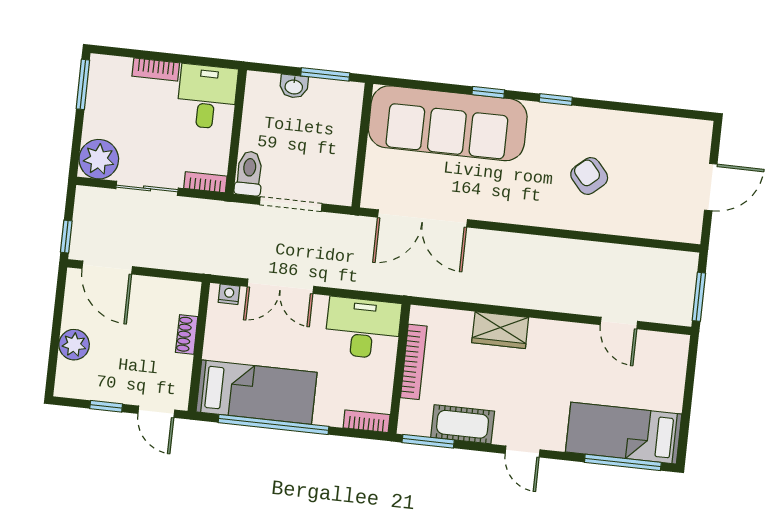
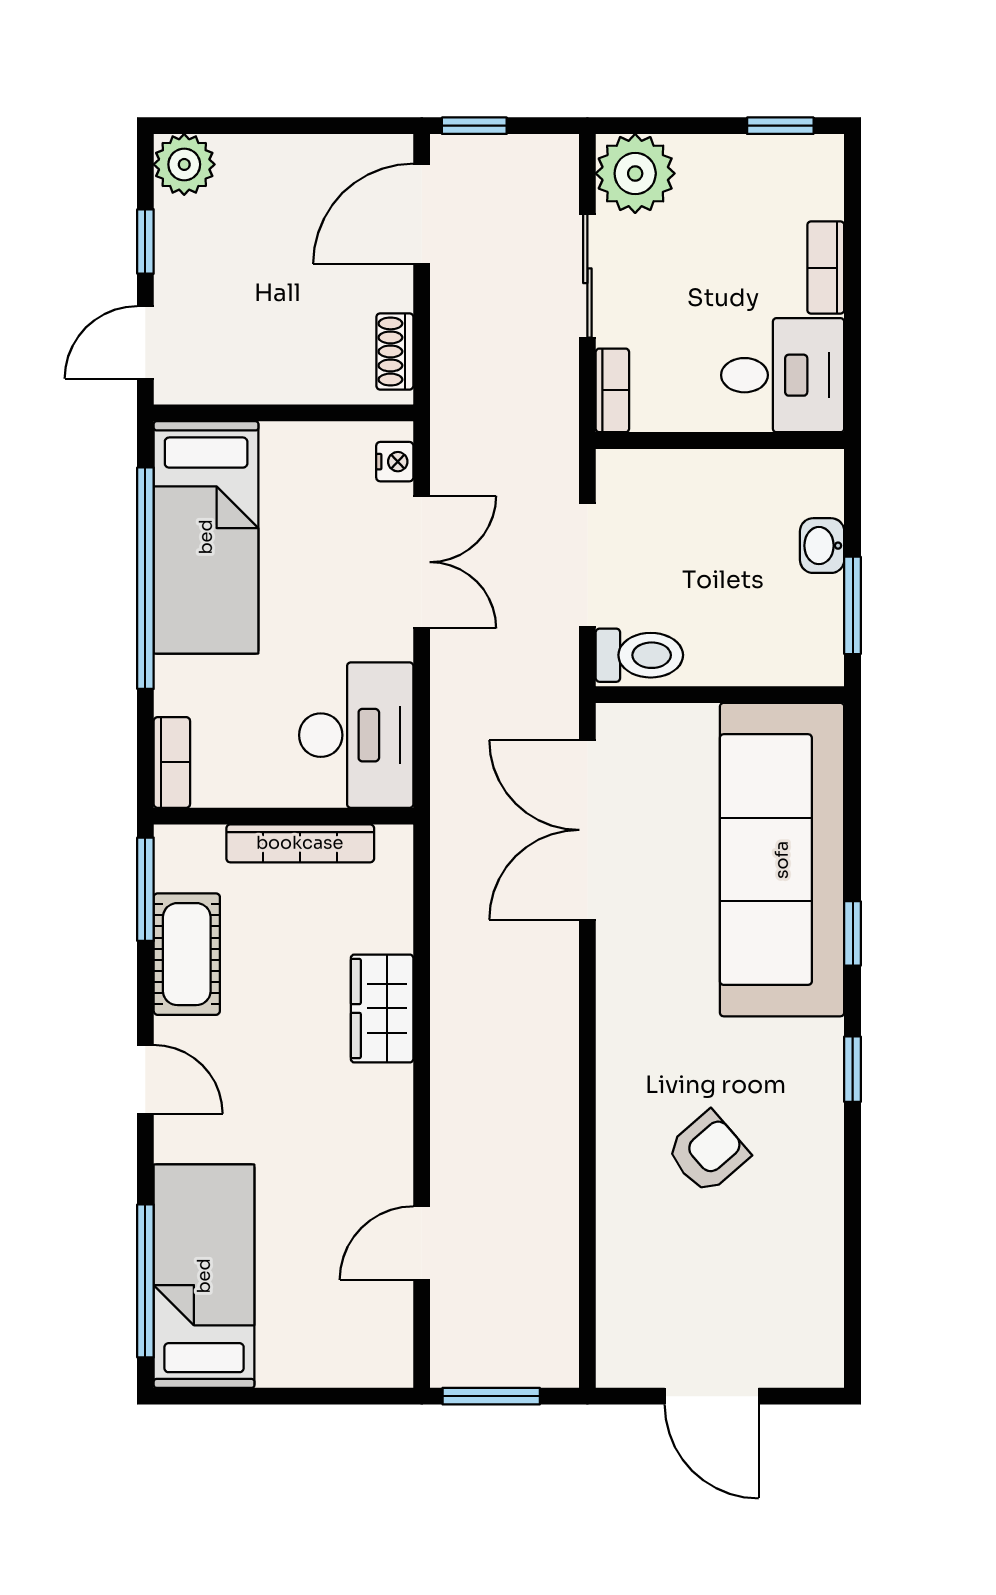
window: (83, 84) -> (780, 126), width x0.67
toilet: (249, 173) -> (639, 655), moved
double door: (280, 286) -> (422, 562), swing flipped
shoe rack: (187, 334) -> (395, 351), moved, turned -90
plant: (74, 345) -> (184, 164), moved
door: (523, 452) -> (145, 1079), swing flipped

